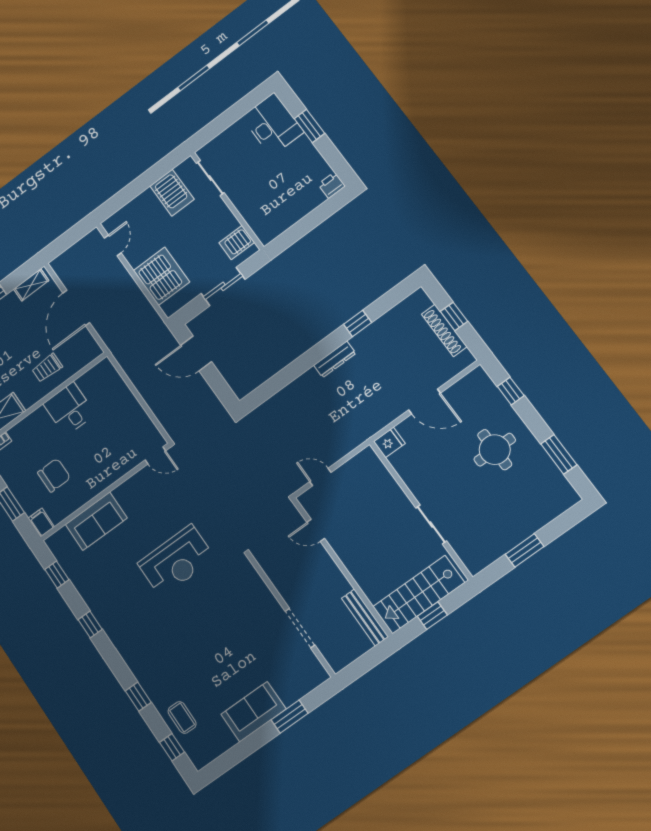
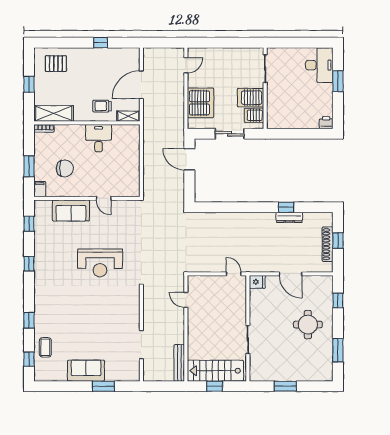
server rack: (172, 193) -> (251, 98), moved, turned 90
shelving: (31, 285) -> (128, 116), moved
dresser: (335, 359) -> (289, 217), moved
door: (155, 455) -> (104, 198), moved
door: (320, 477) -> (234, 274), moved

